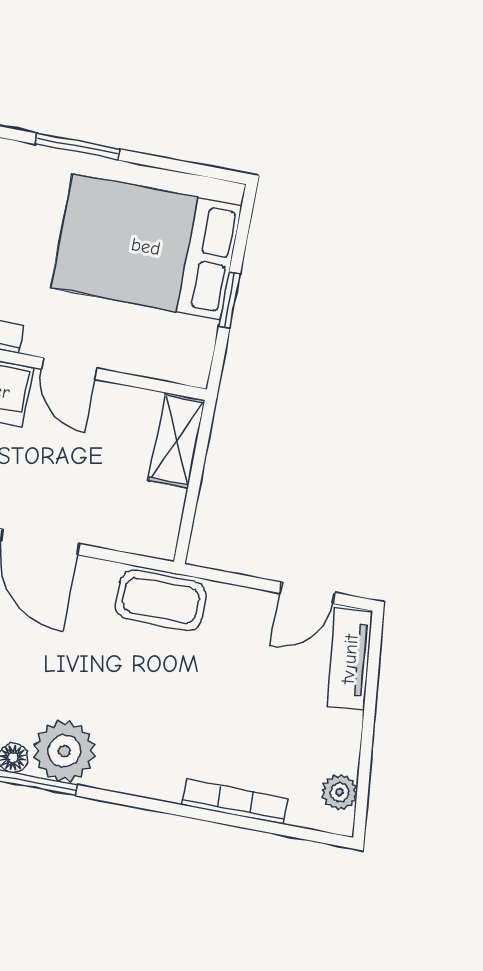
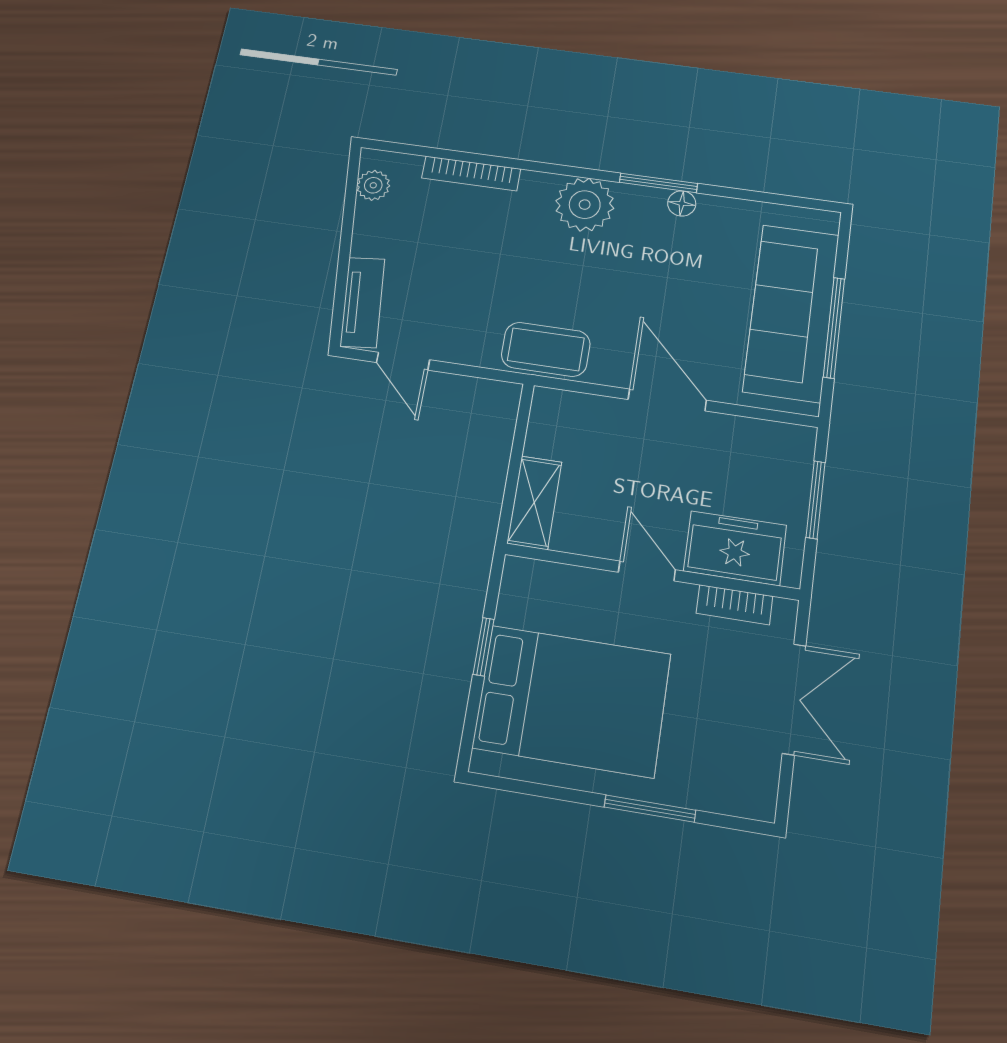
door: (307, 593) -> (403, 361), swing flipped
plant: (64, 751) -> (585, 205), moved

